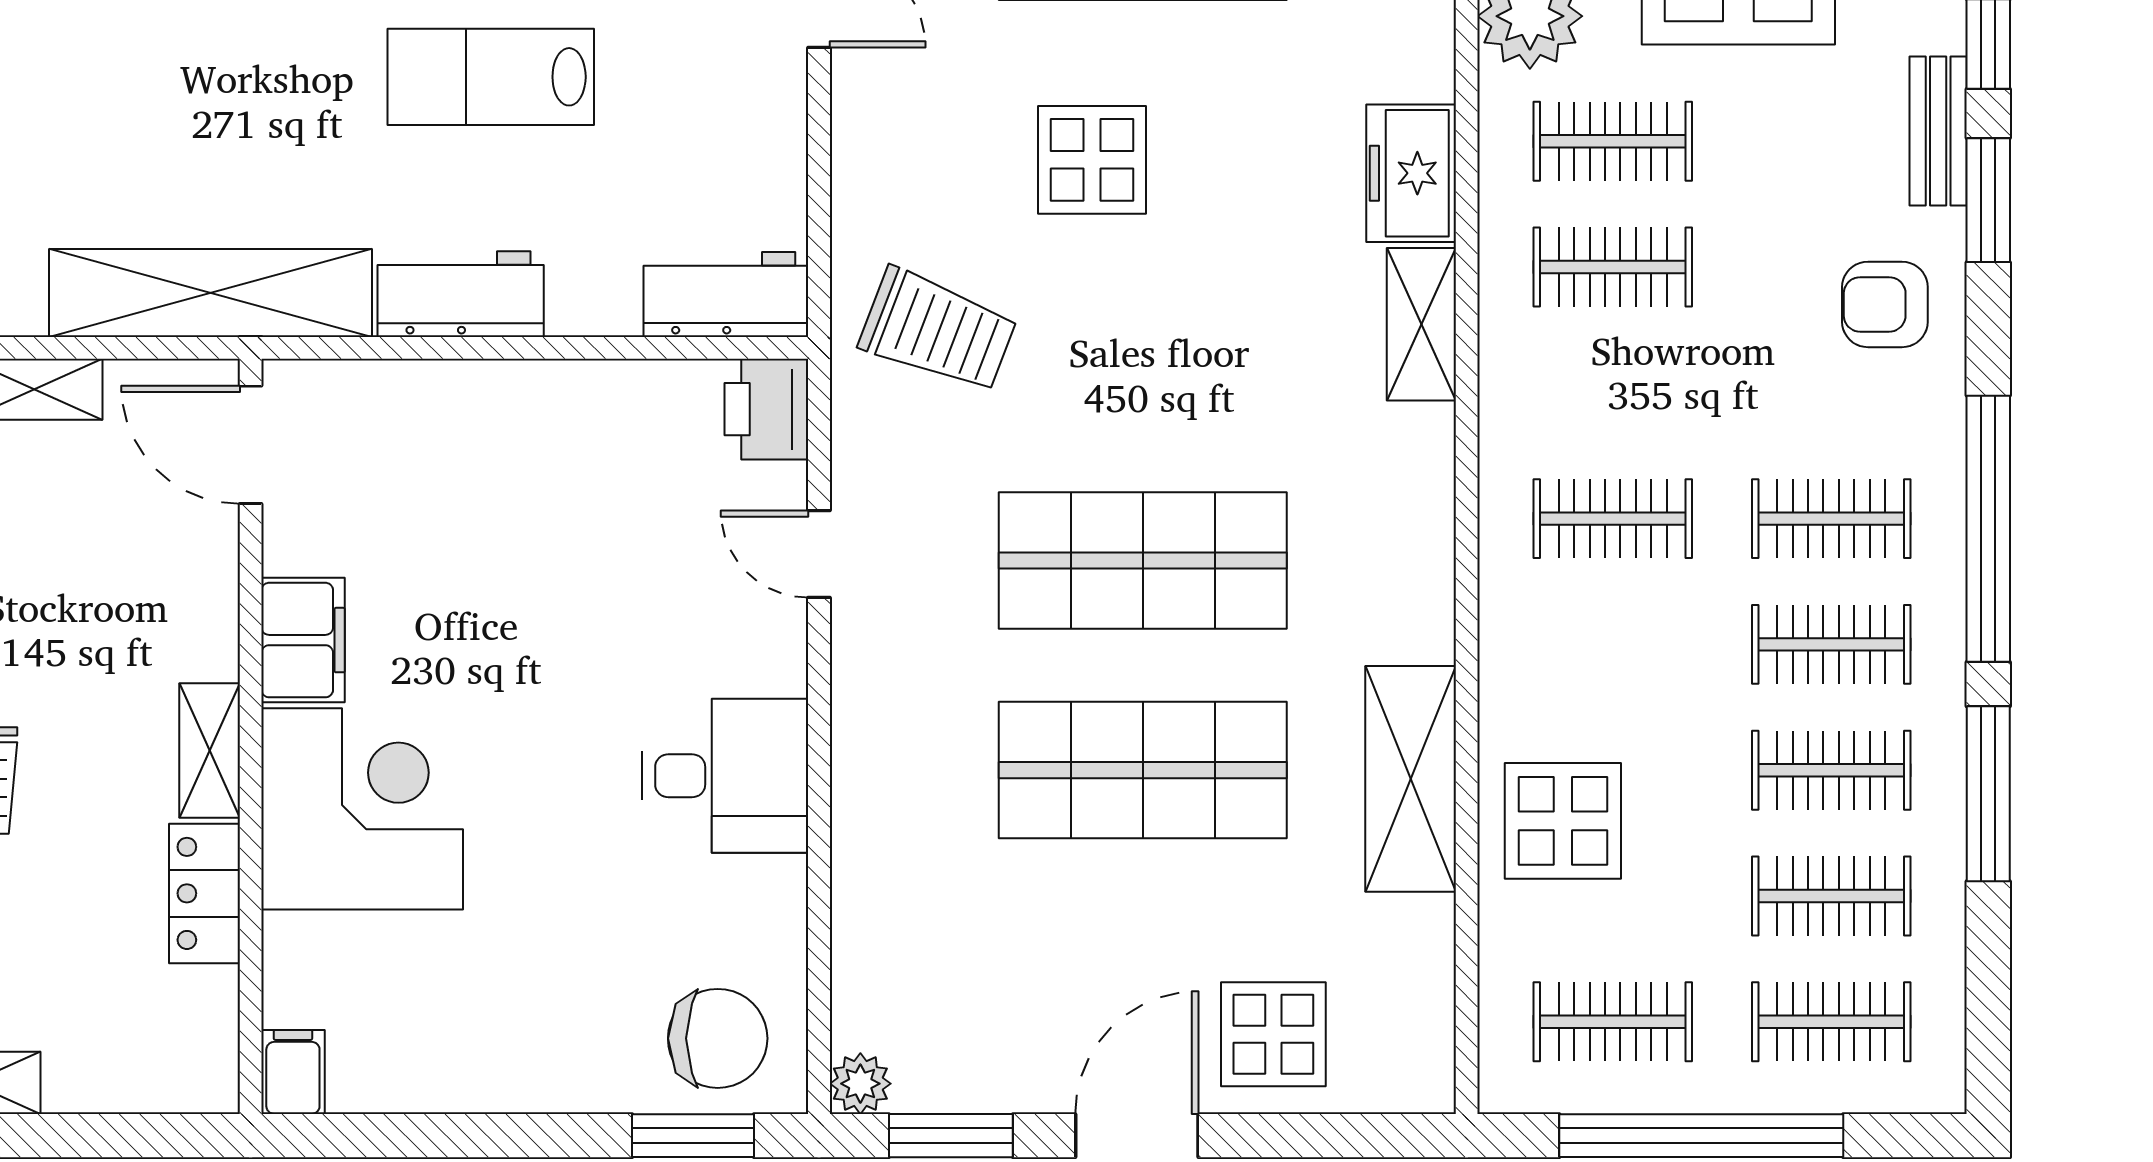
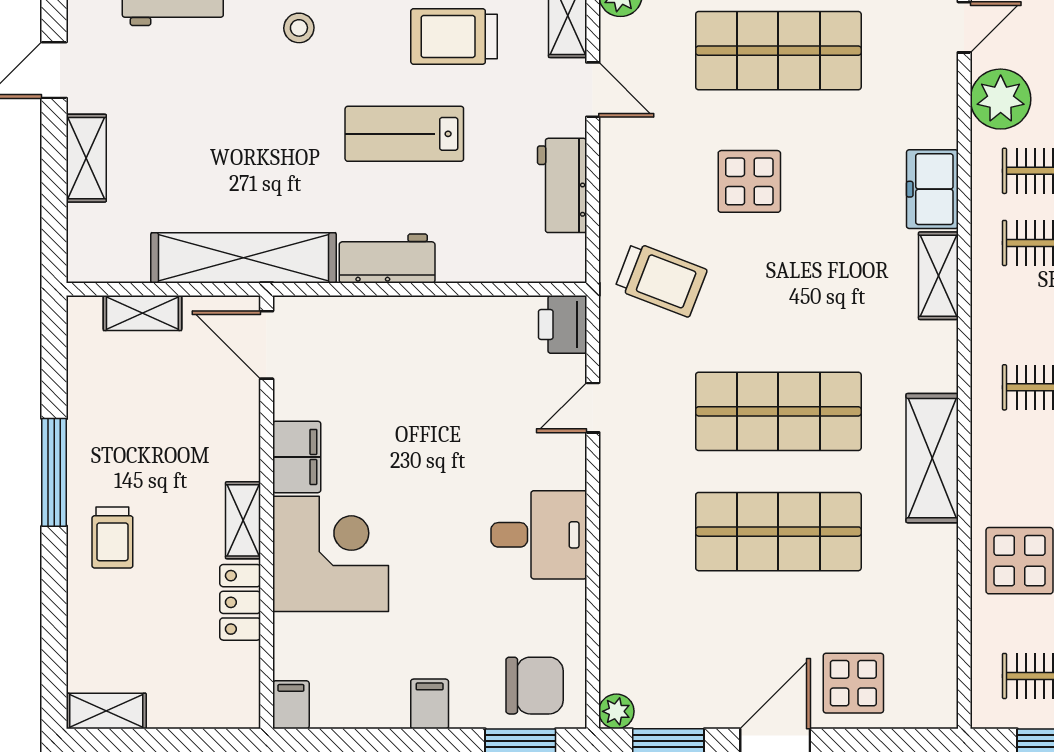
workbench: (726, 294) -> (562, 185), moved, turned -90
door: (819, 554) -> (593, 408), hinge flipped
shelving: (1411, 779) -> (932, 458), moved
filing cabinet: (535, 1071) -> (430, 704), added

